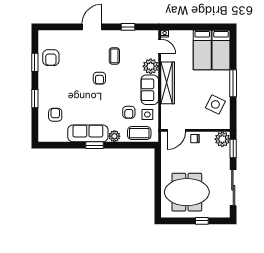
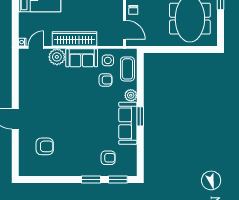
window: (128, 27) -> (15, 81), removed
coffee table: (114, 56) -> (46, 95), removed
armchair: (51, 58) -> (45, 146), moved
window: (35, 62) -> (118, 179), moved
armchair: (99, 78) -> (69, 111), removed
armchair: (55, 115) -> (108, 158), turned 180

